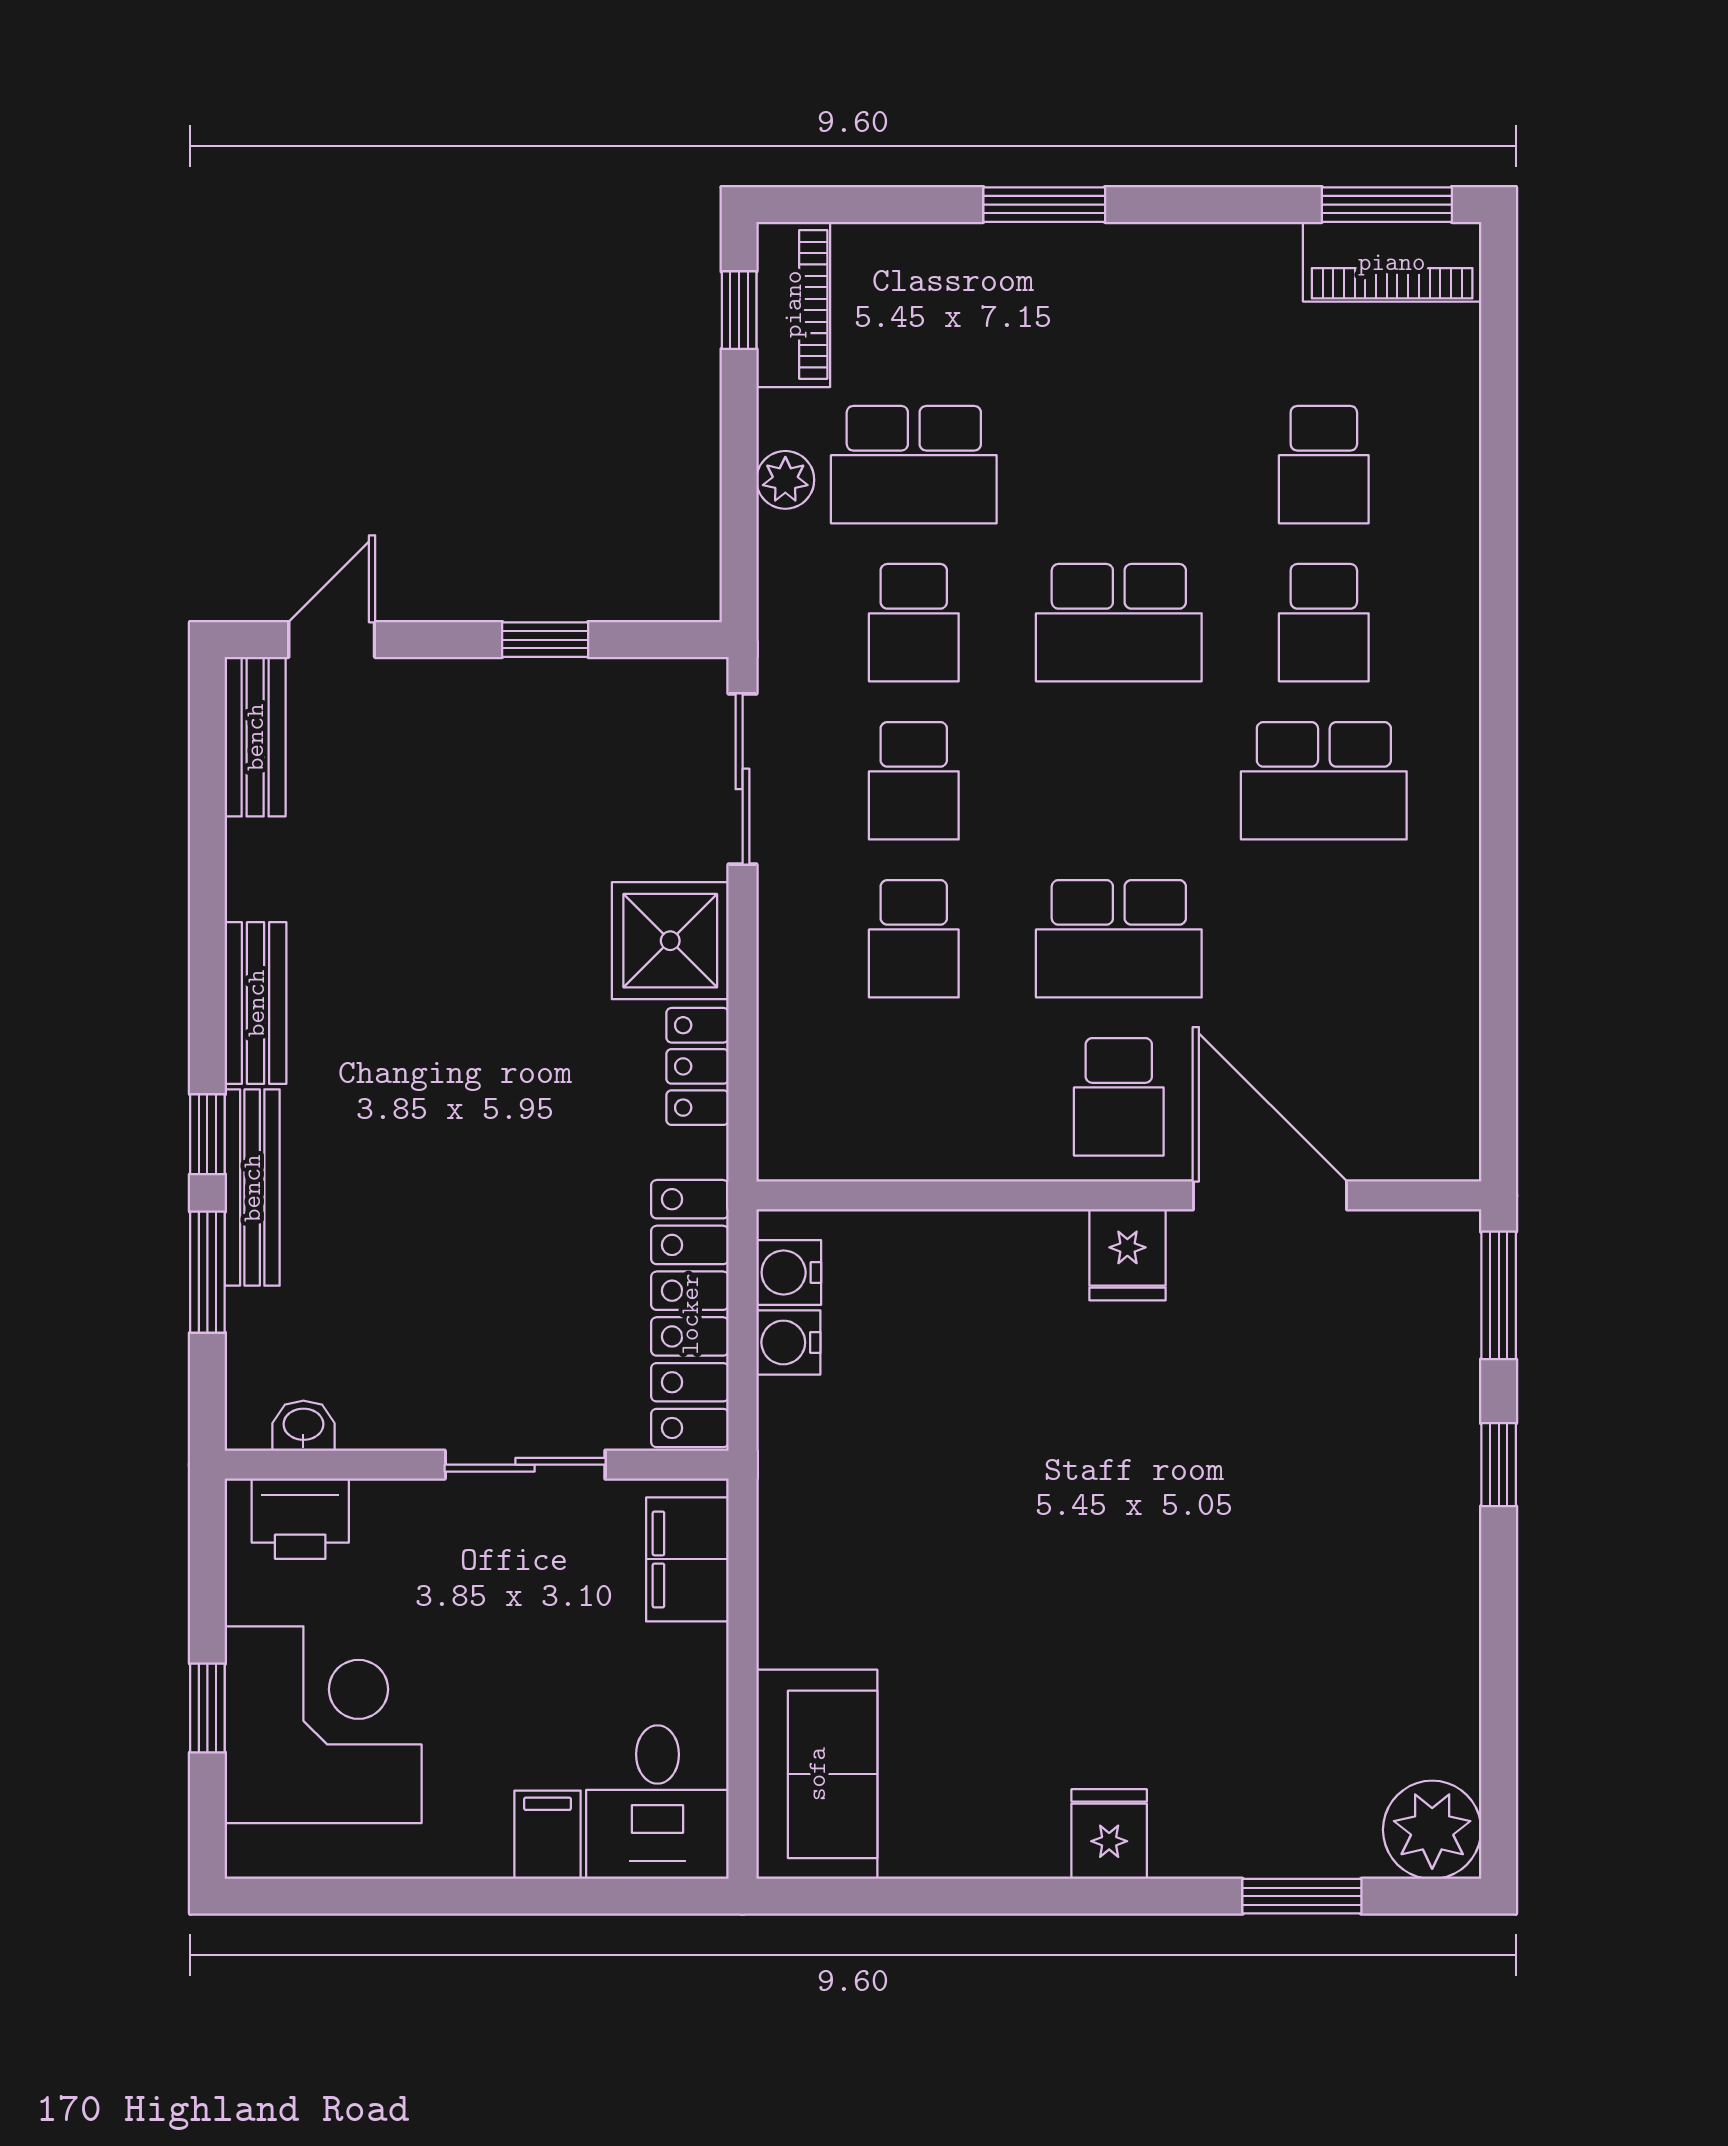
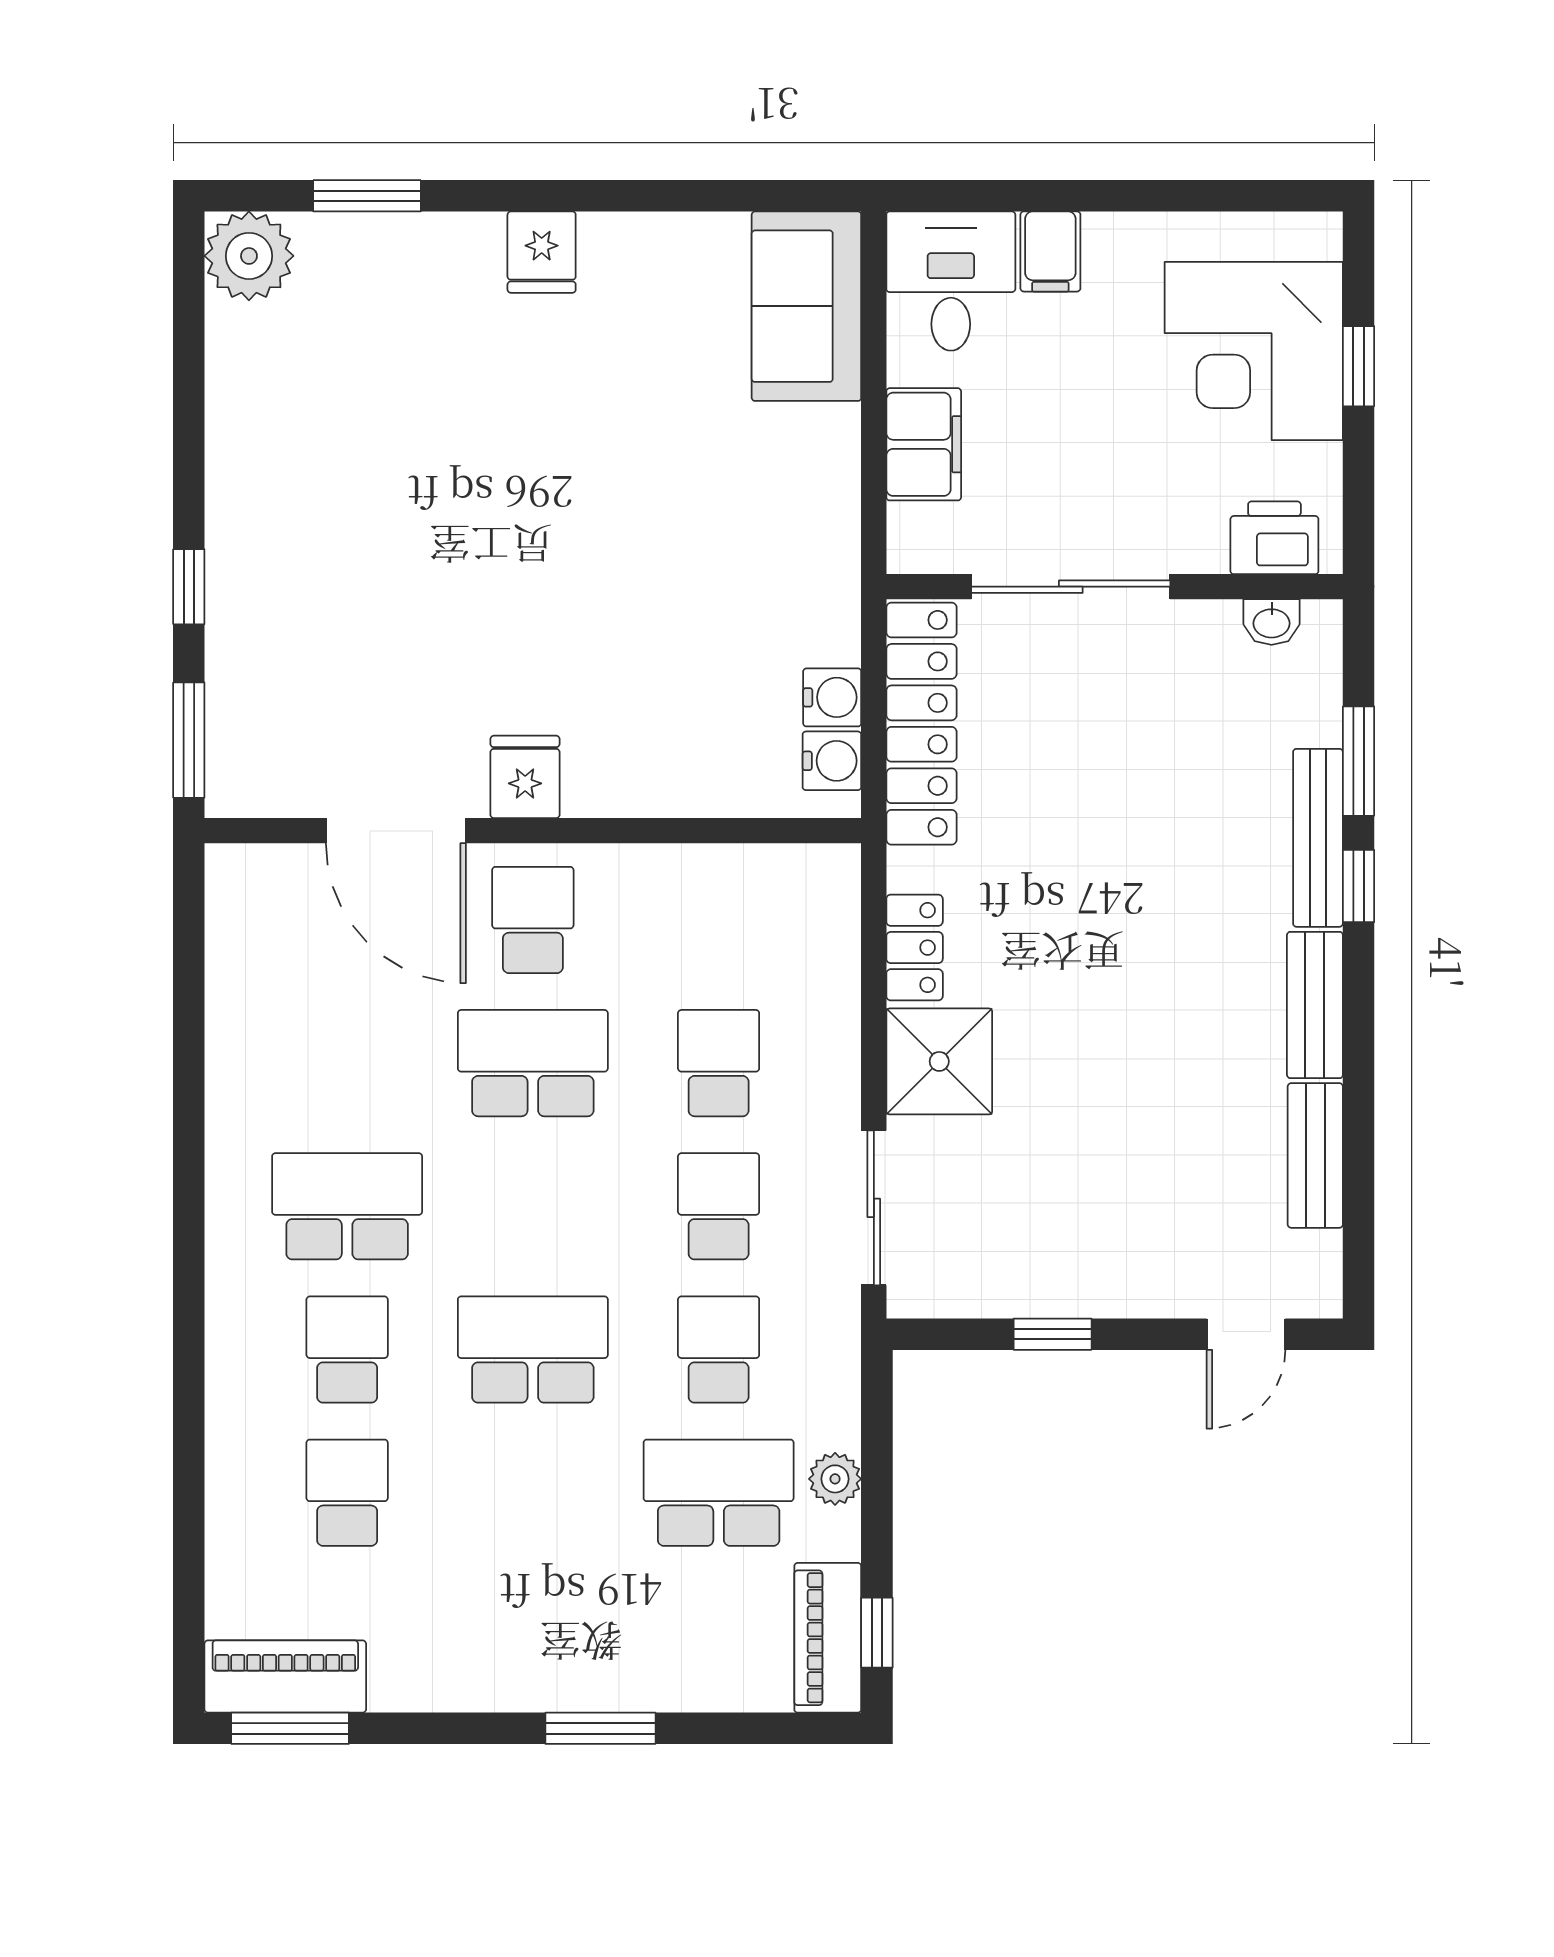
bench: (255, 737) -> (1315, 1155), moved
sliding door: (525, 1465) -> (1071, 587), width x1.37
filing cabinet: (687, 1559) -> (924, 444), moved

